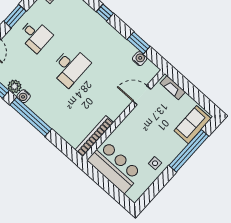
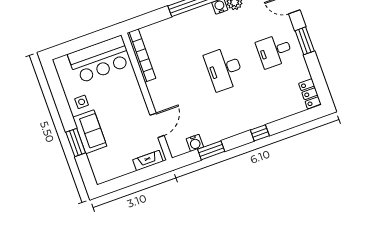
sofa: (193, 125) -> (90, 132), moved
window: (189, 151) -> (76, 142), width x0.47

